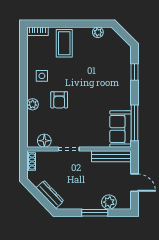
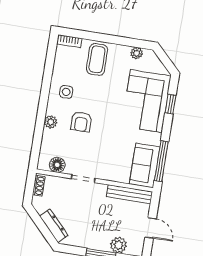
corner sofa: (113, 73) -> (146, 101), added

